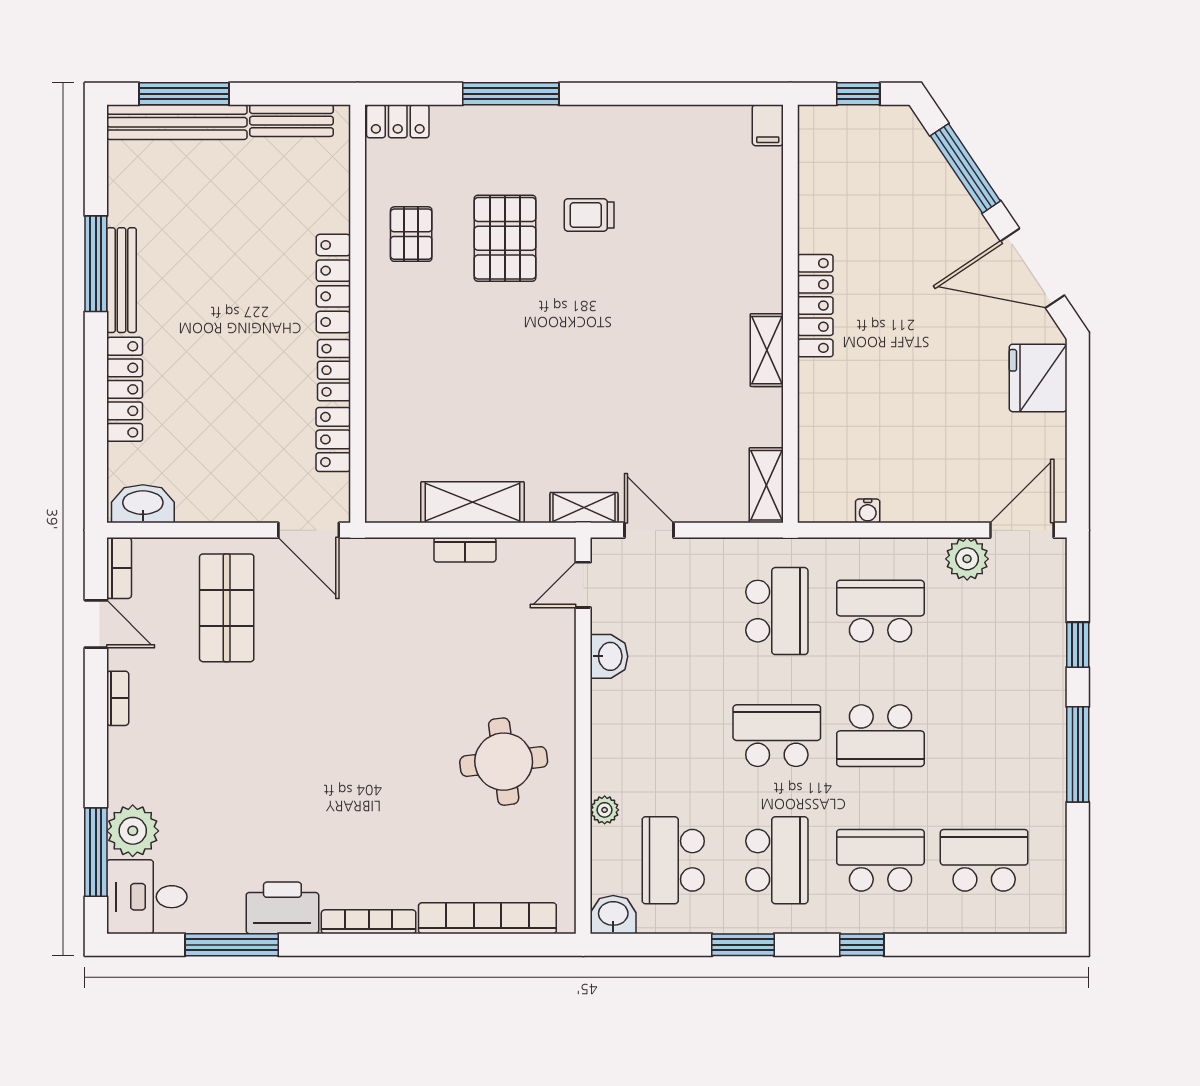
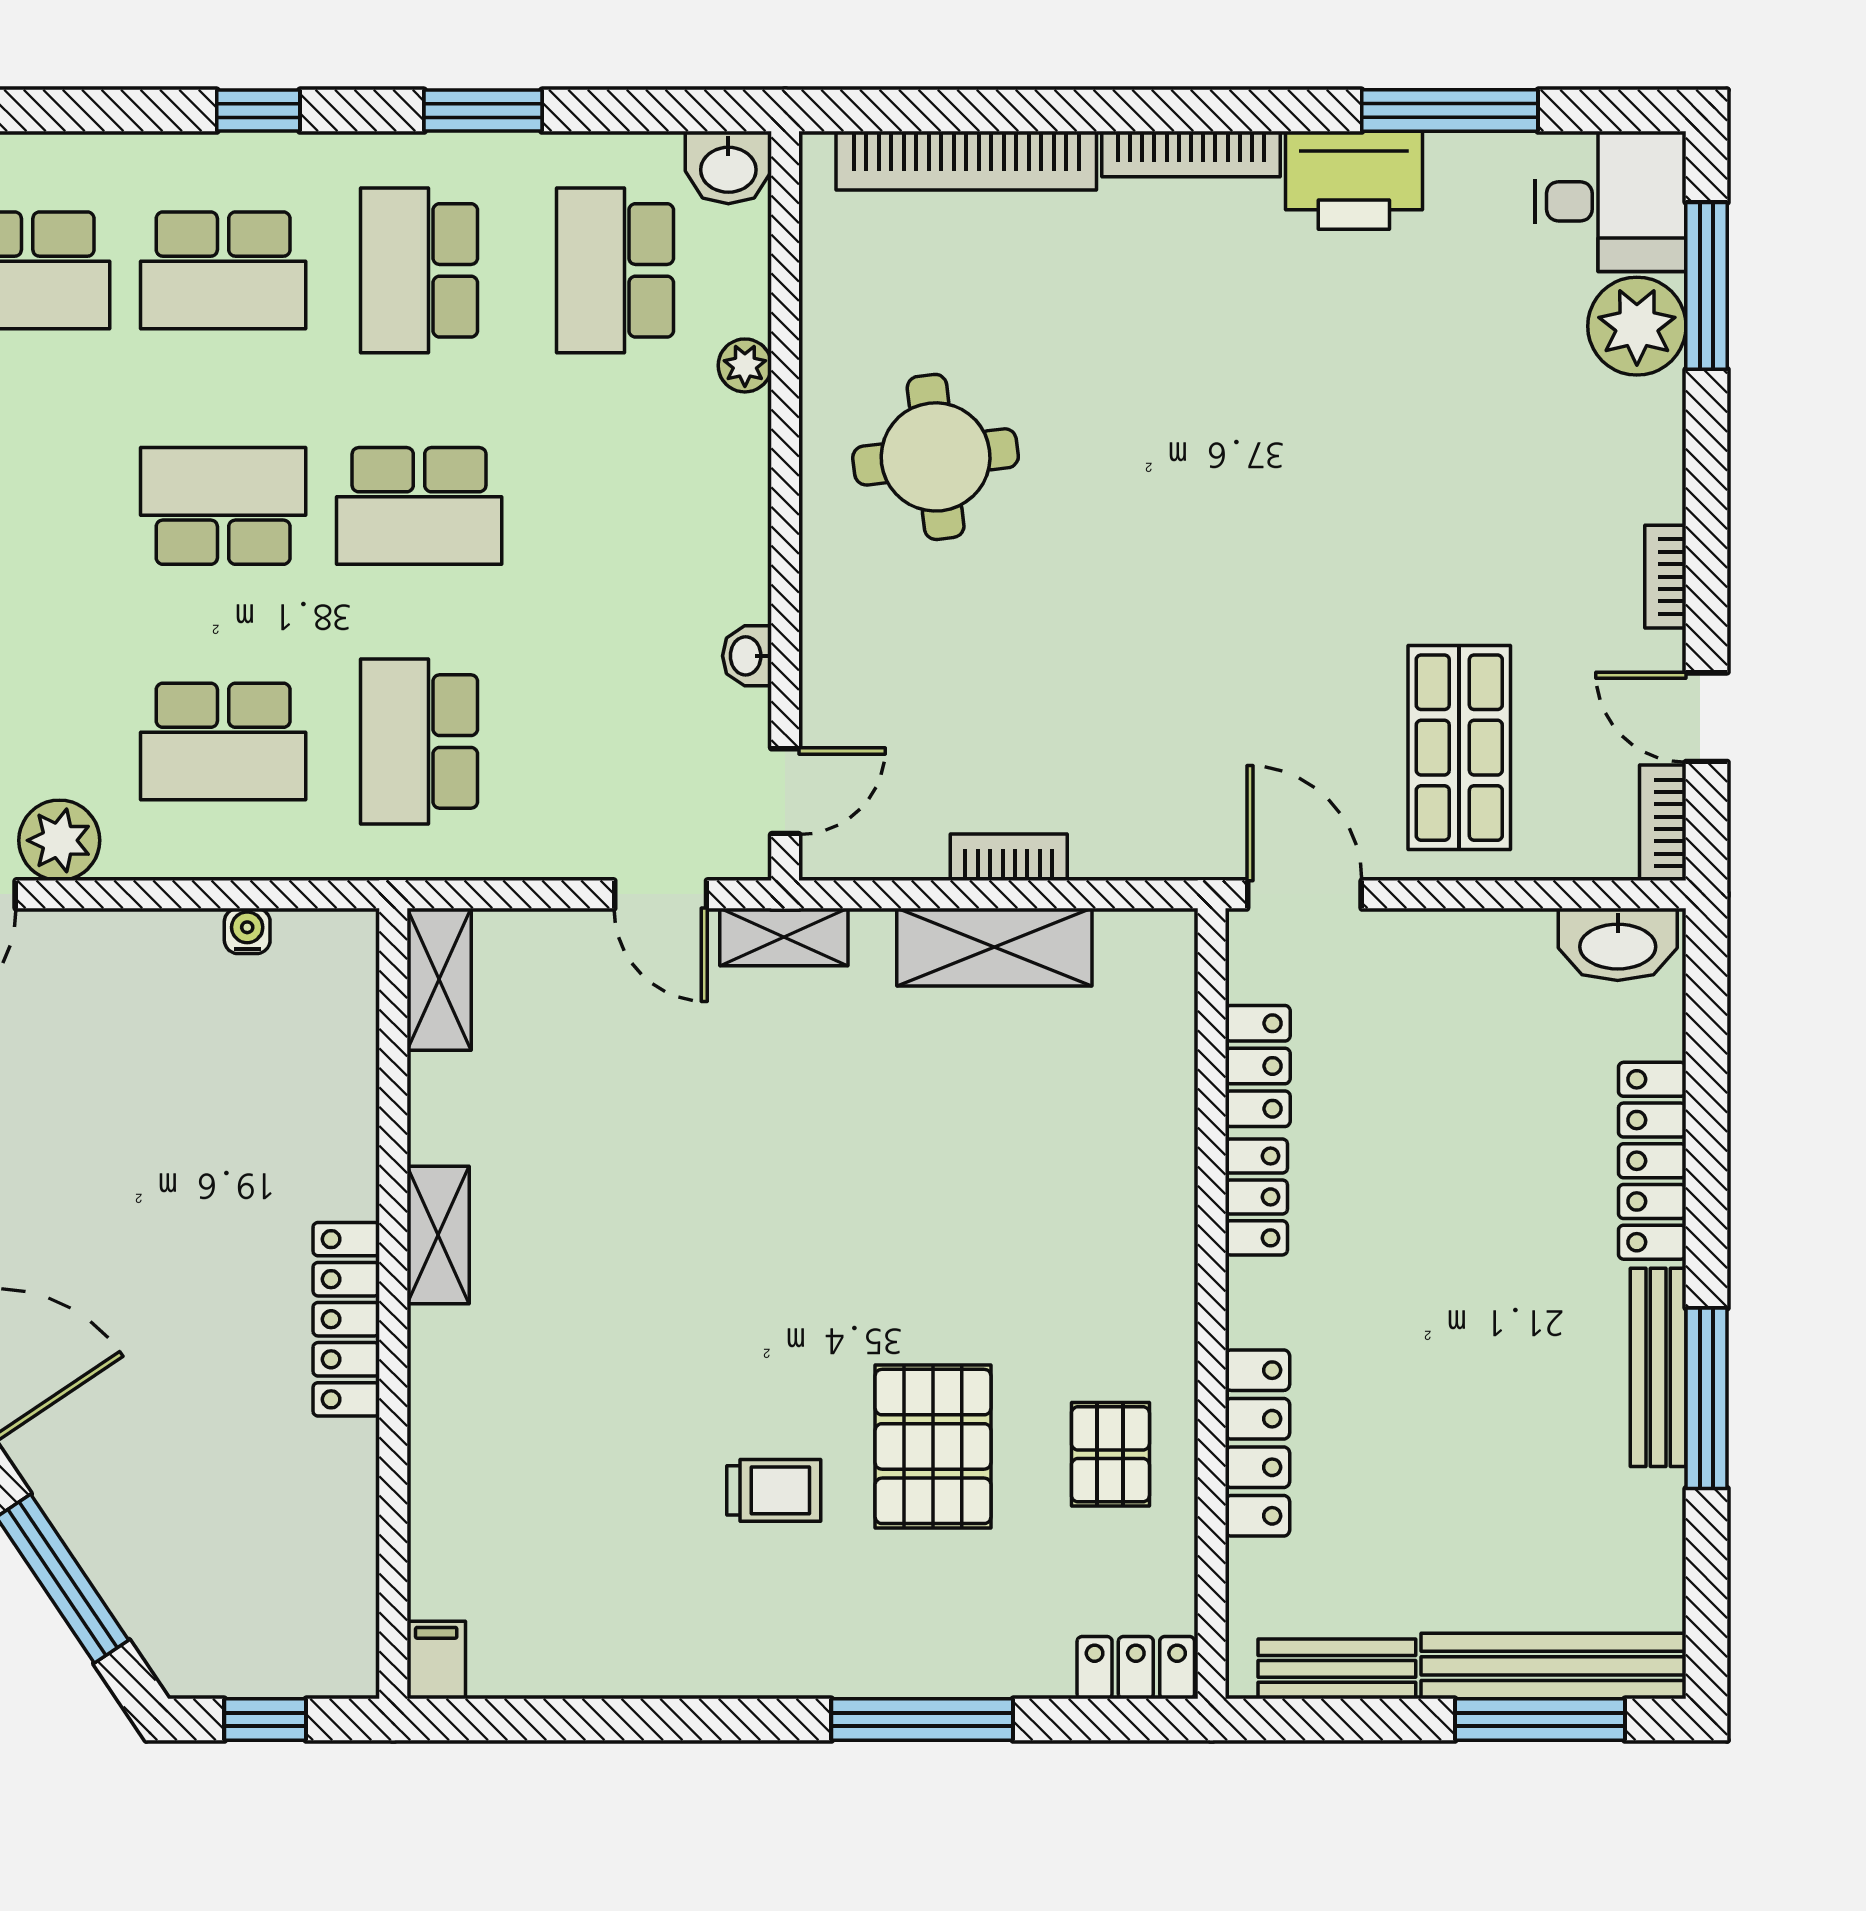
locker: (333, 283) -> (1257, 1443), moved
washbasin: (609, 656) -> (747, 656), width x0.72, depth x0.69
school desk: (673, 860) -> (615, 270), turned 180

